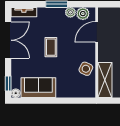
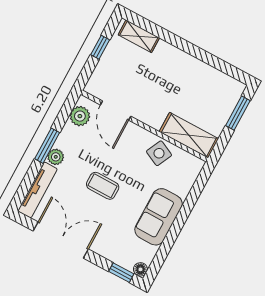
tv unit: (24, 12) -> (37, 190), width x1.41
plant: (70, 12) -> (56, 157), moved
sofa: (38, 88) -> (159, 217), moved

